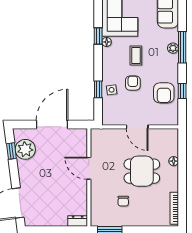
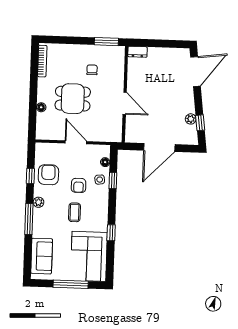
floor lamp: (107, 42) -> (105, 162), moved
plant: (173, 48) -> (38, 202), moved
plant: (25, 149) -> (191, 119), width x0.53, depth x0.53

